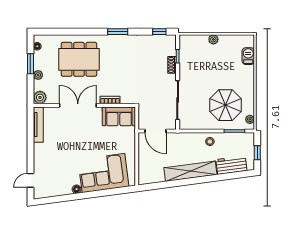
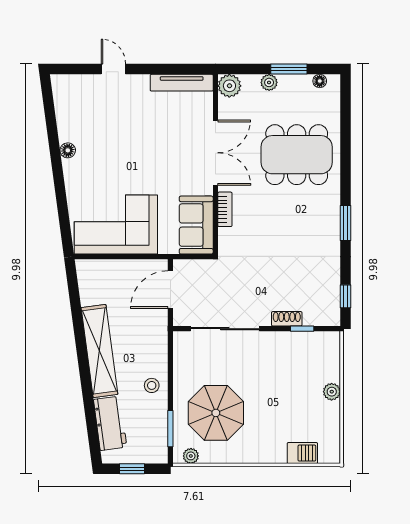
dining table: (79, 59) -> (297, 155), turned 90
corner sofa: (103, 173) -> (116, 225), moved, turned -82
door: (30, 180) -> (113, 69), moved

